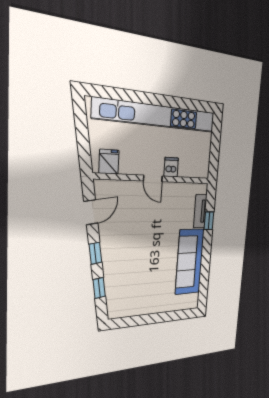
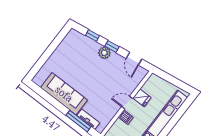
fridge: (109, 162) -> (142, 98), moved
window: (209, 221) -> (78, 121), width x2.17
plant: (111, 256) -> (104, 53), added

